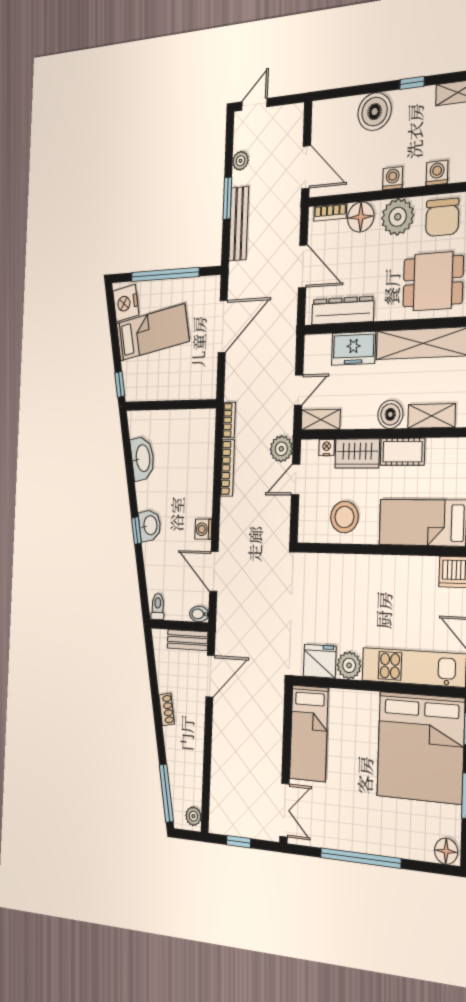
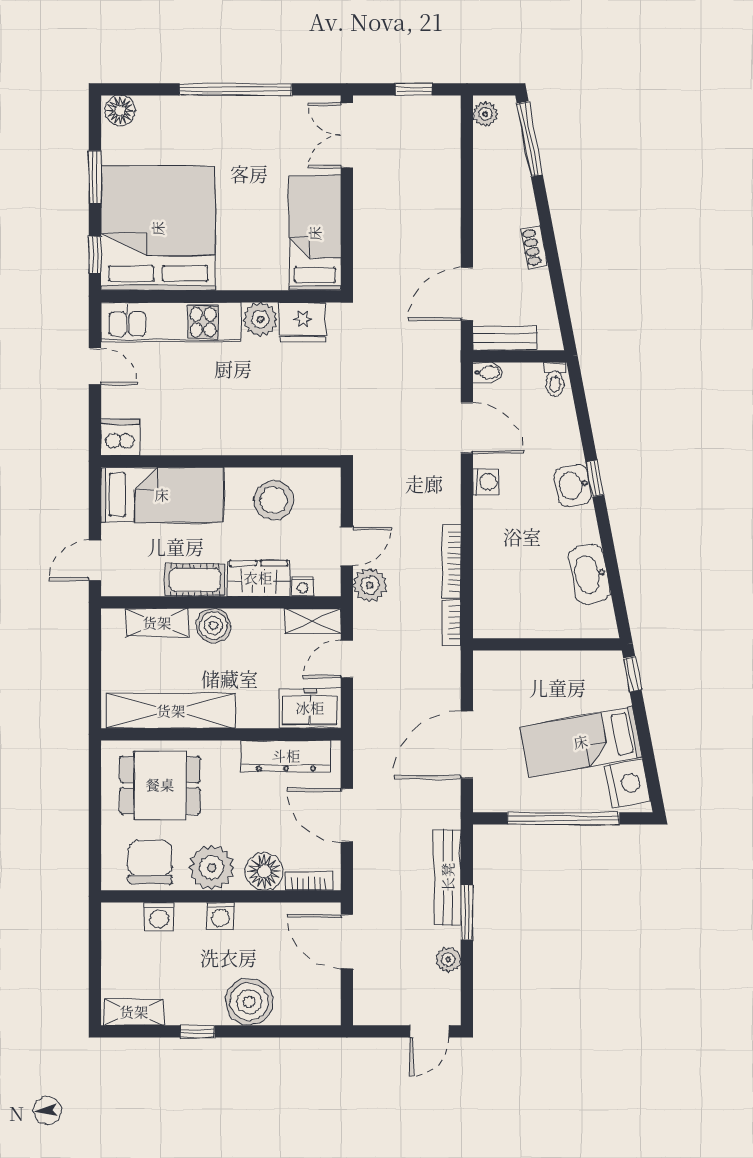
freezer: (353, 348) -> (310, 708), moved

